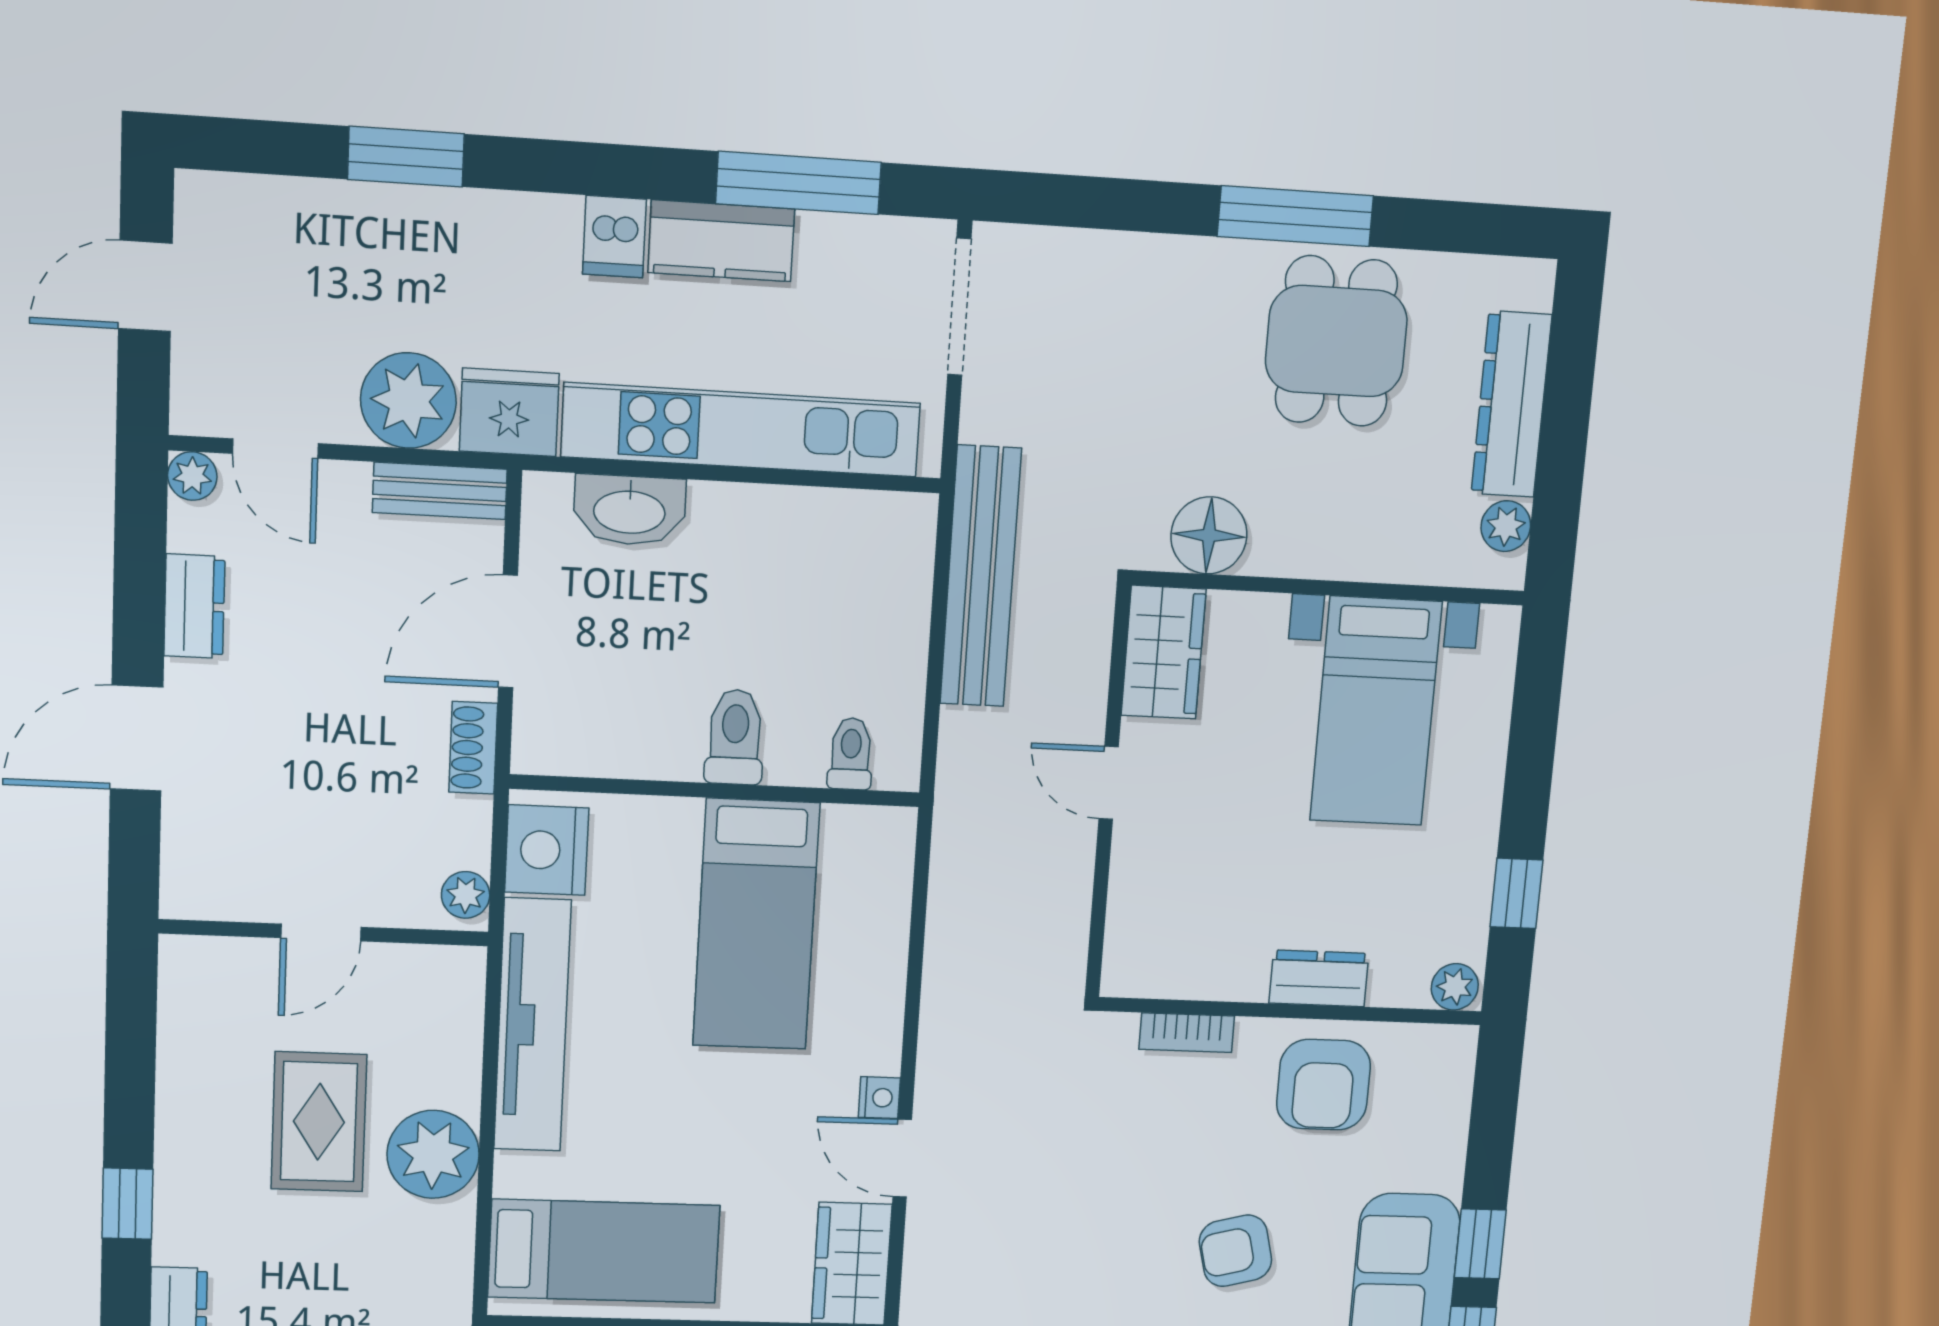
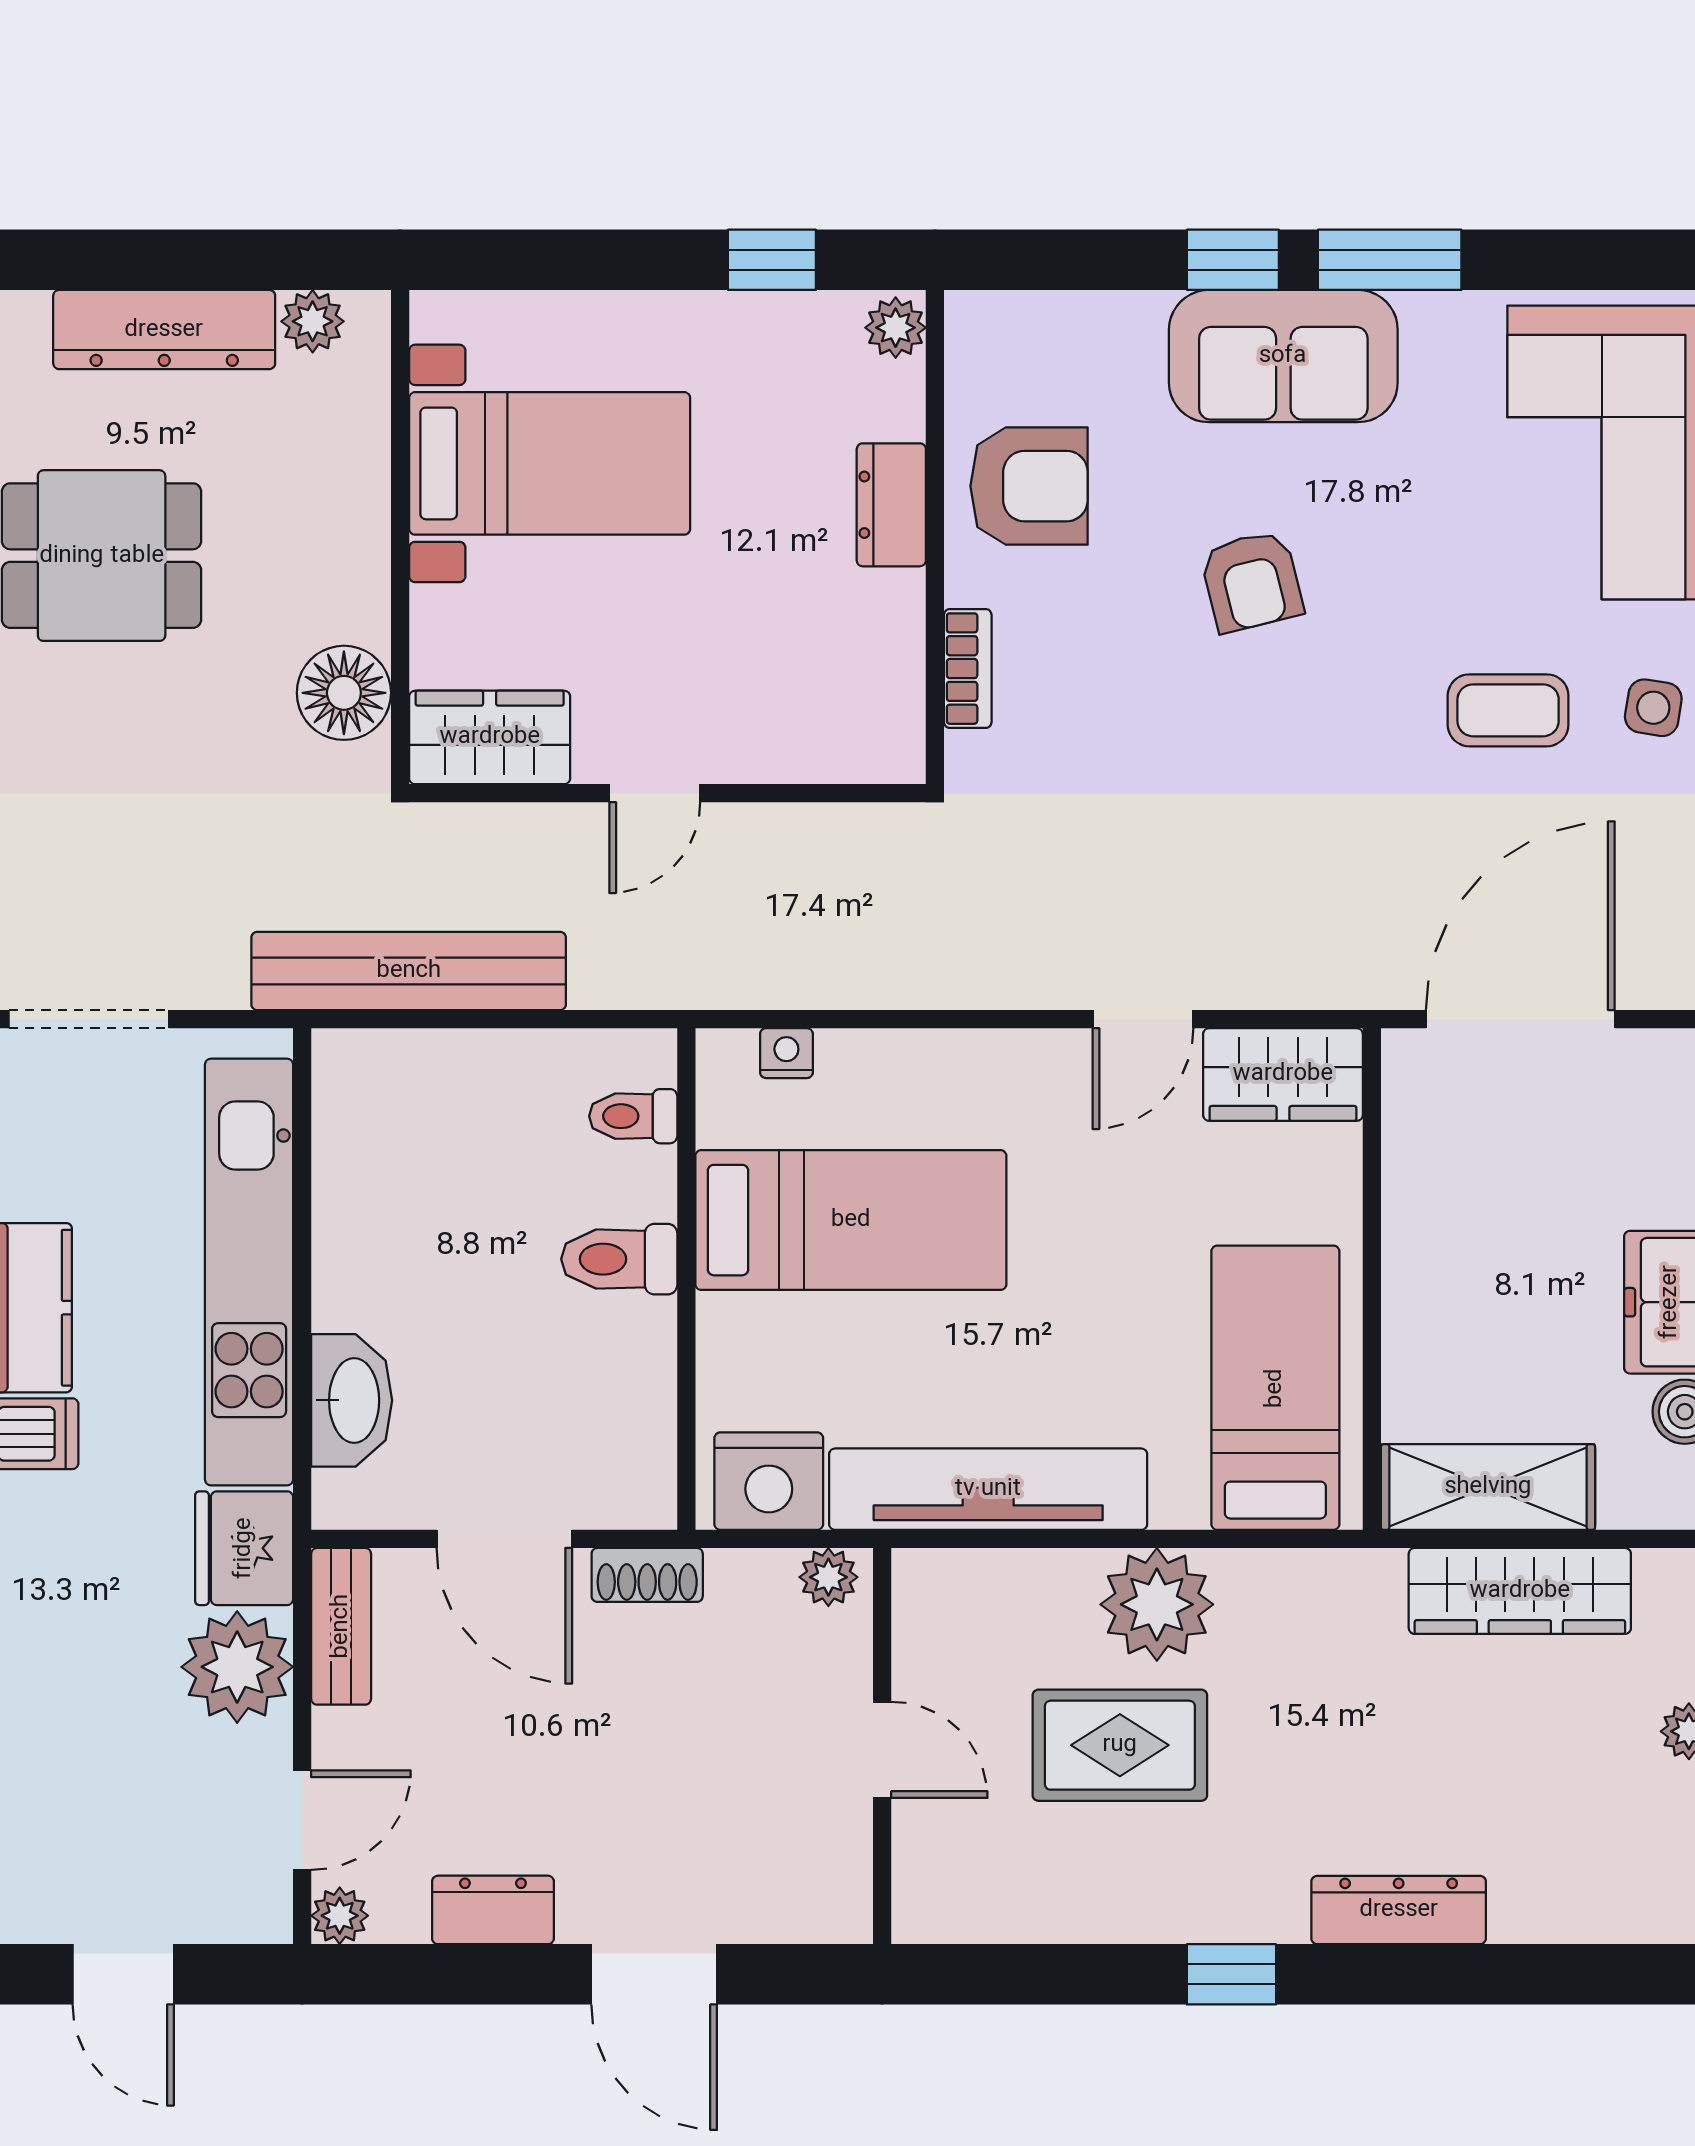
nightstand: (879, 1098) -> (786, 1053), moved

